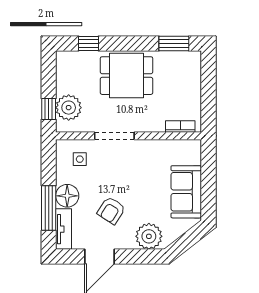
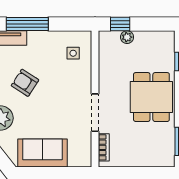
plant: (69, 108) -> (127, 37), width x0.53, depth x0.53
doorway: (114, 136) -> (95, 113), moved
floor lamp: (67, 196) -> (39, 41), removed

